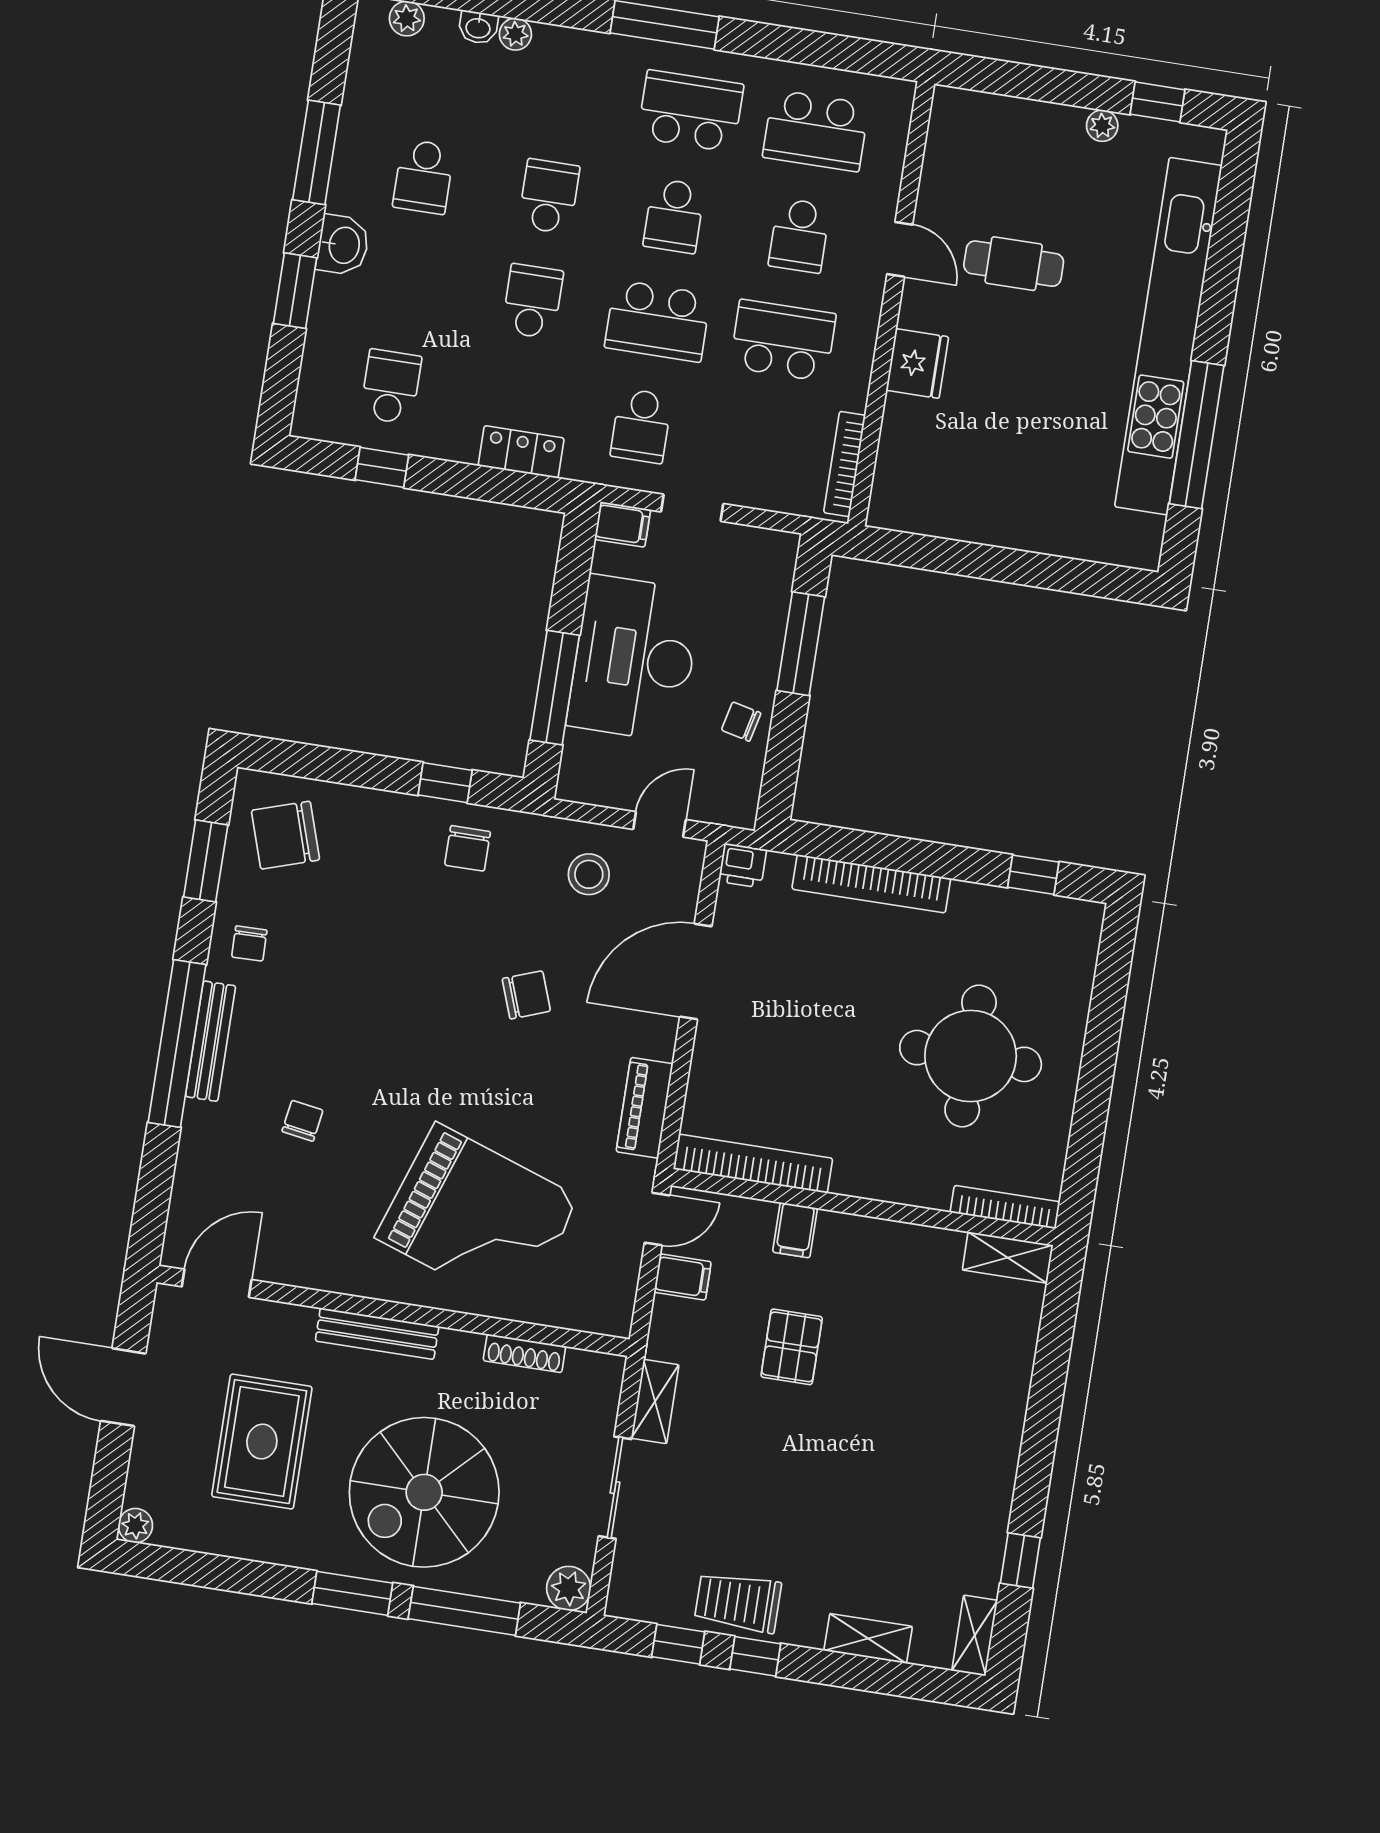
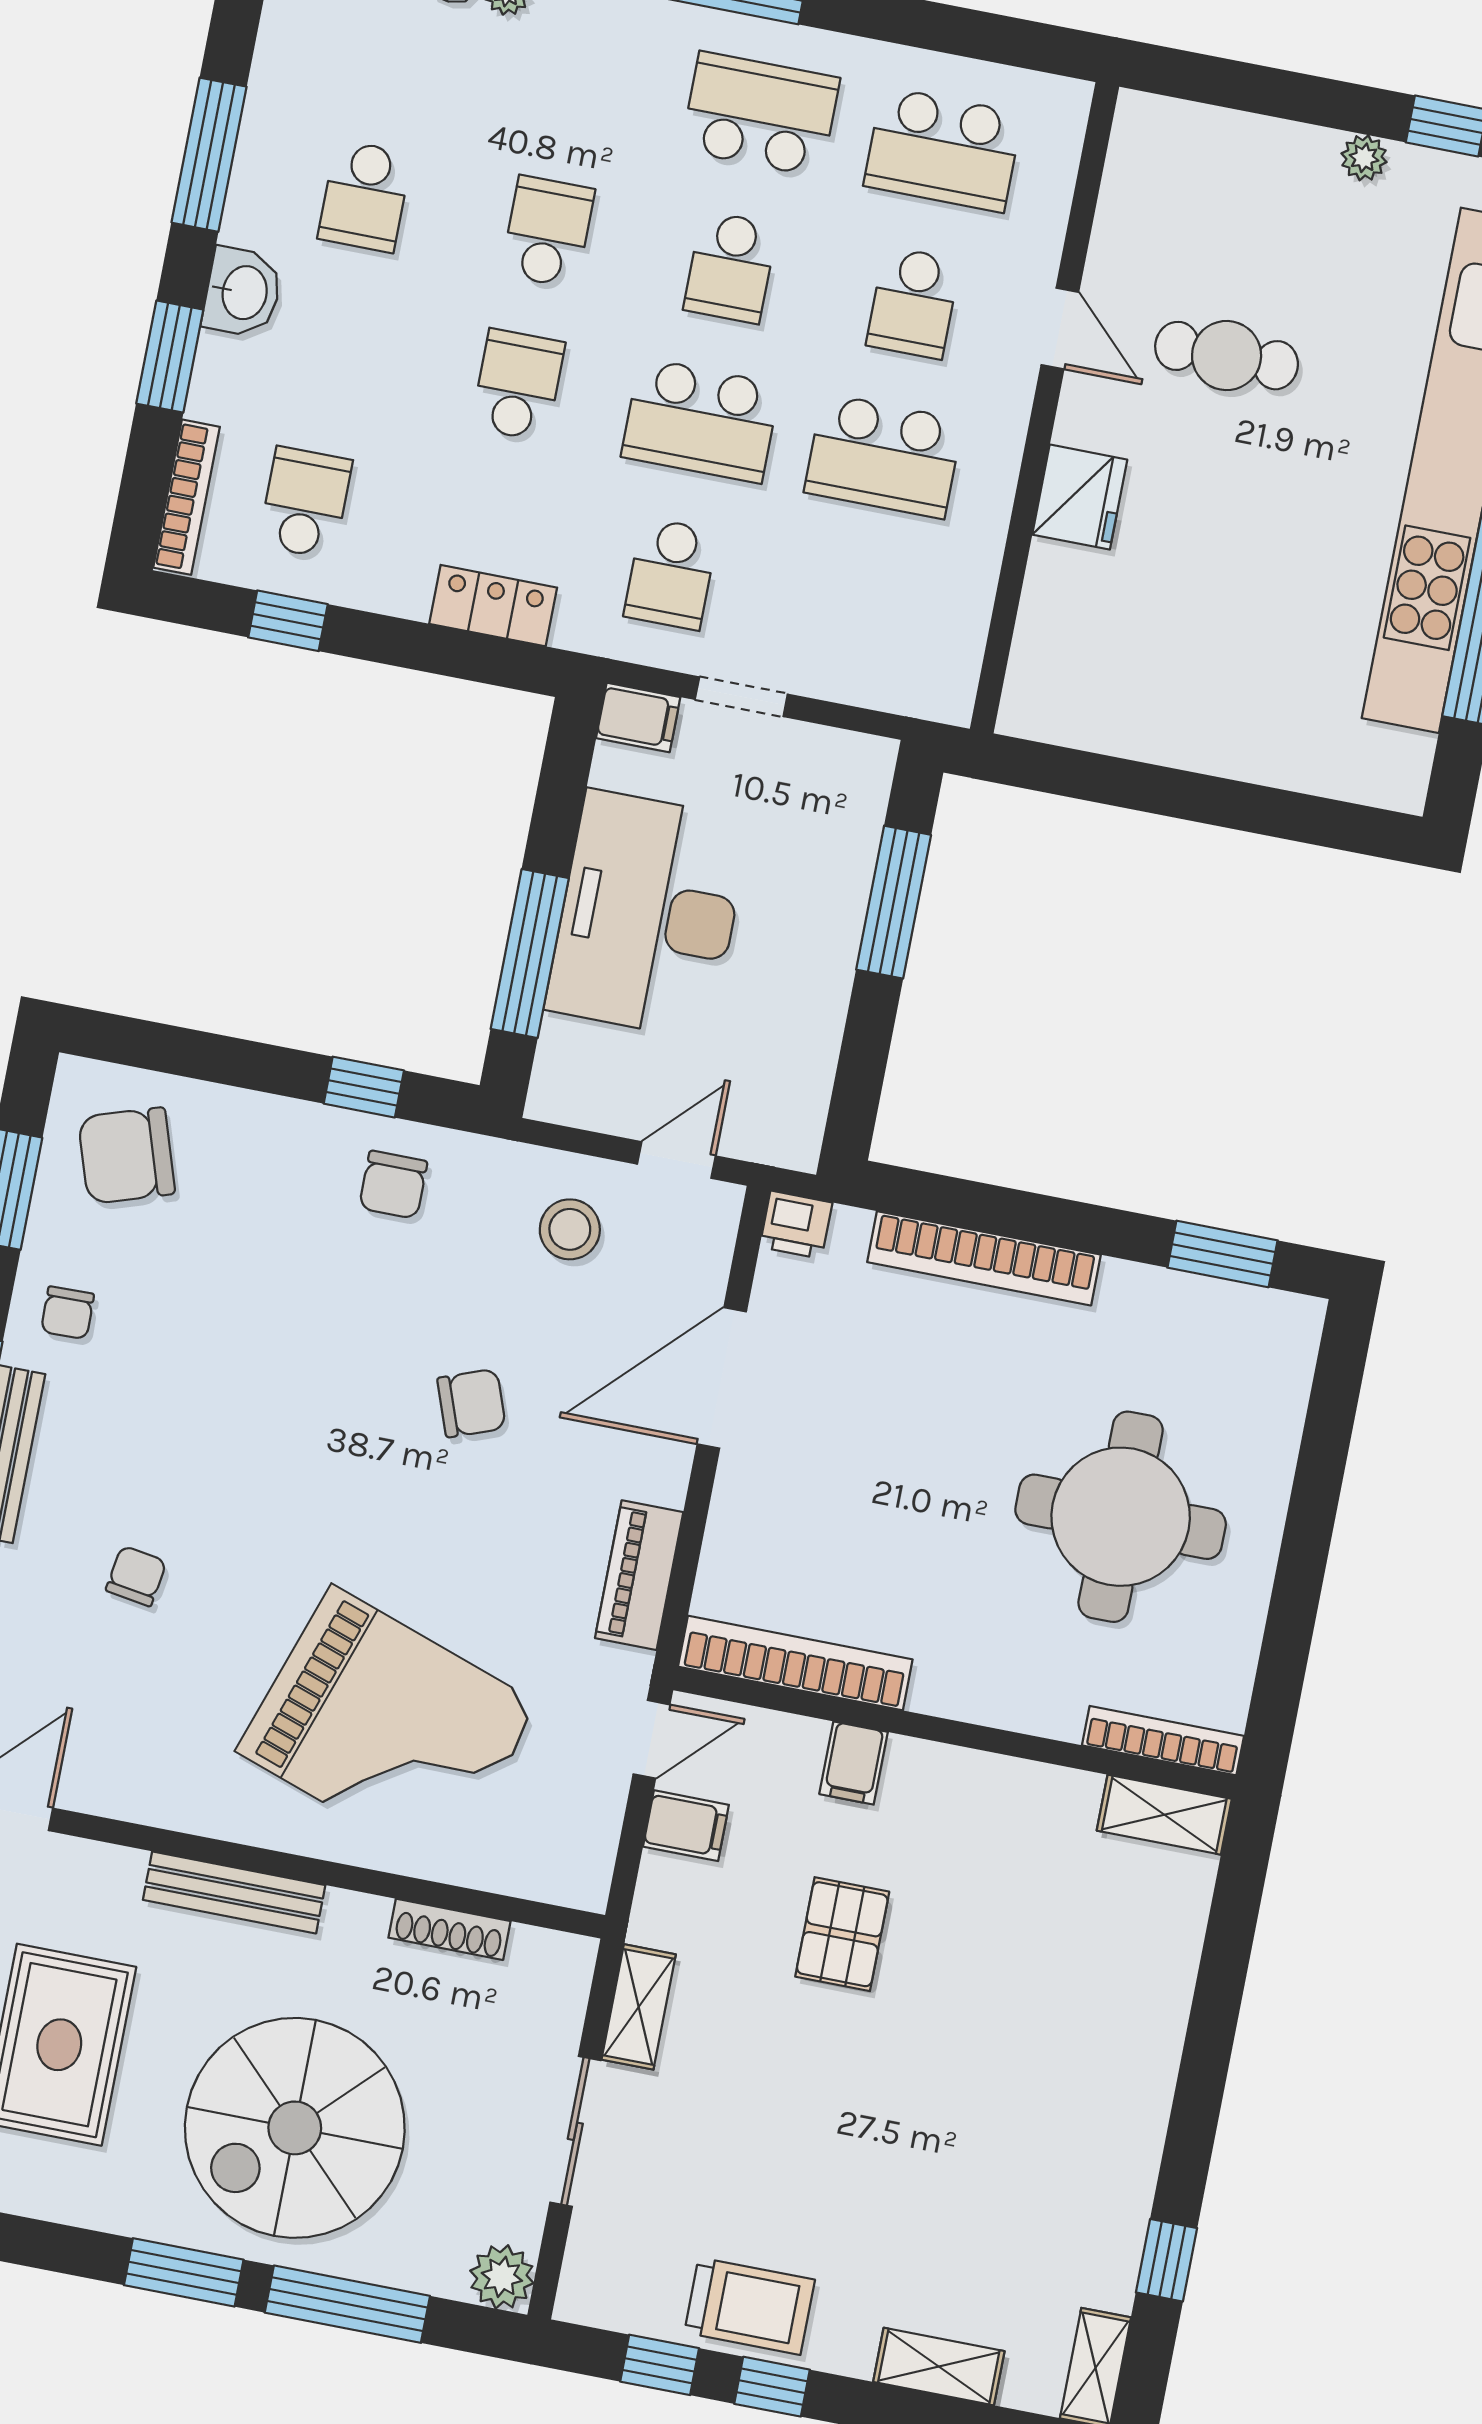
school desk: (783, 341) -> (884, 456), turned 180
bookcase: (845, 464) -> (187, 497), moved, turned 180
chair: (741, 722) -> (802, 1013), removed
window: (1033, 875) -> (1223, 1254), width x1.50
trolley: (738, 1602) -> (750, 2306), turned 180

